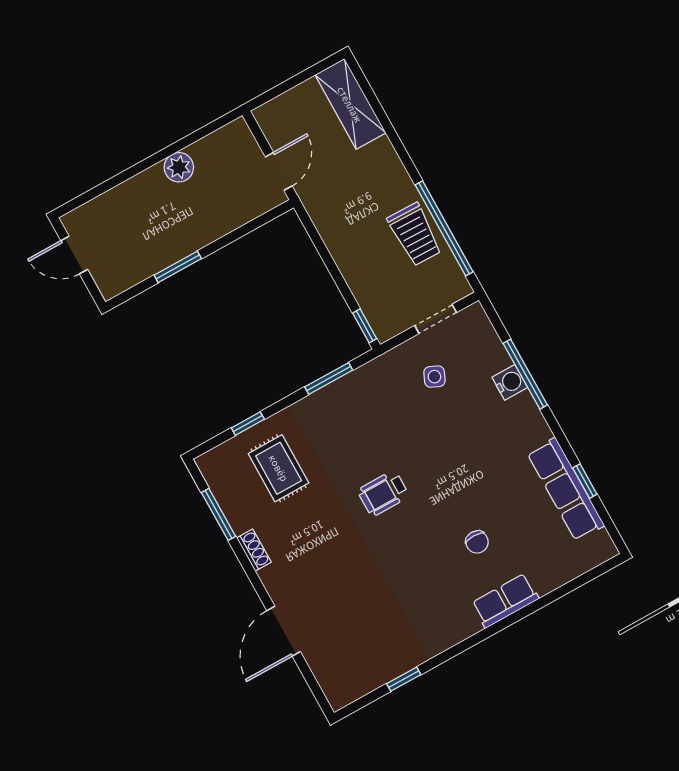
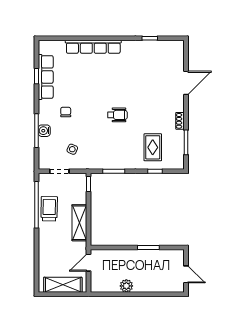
shelving: (350, 104) -> (63, 285), moved, turned 90
shelving: (340, 240) -> (79, 223), added
chair: (477, 542) -> (66, 112), moved
row of seats: (505, 601) -> (93, 47), width x2.02

